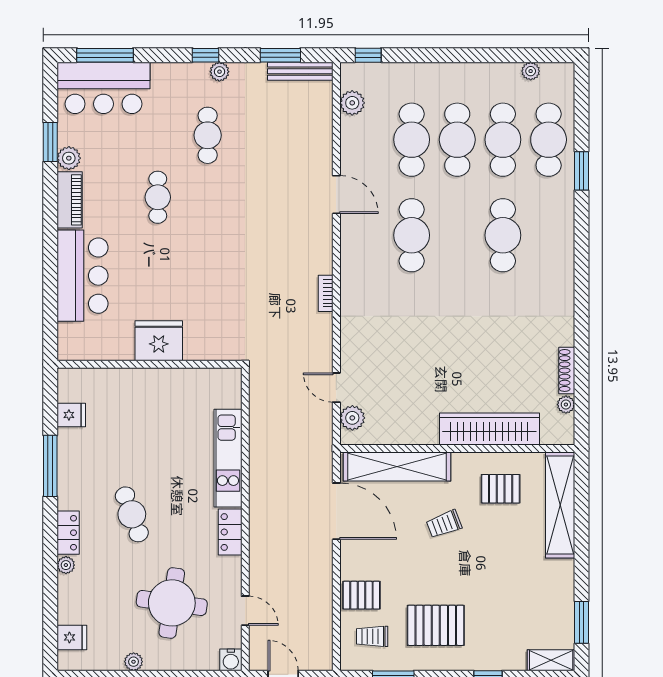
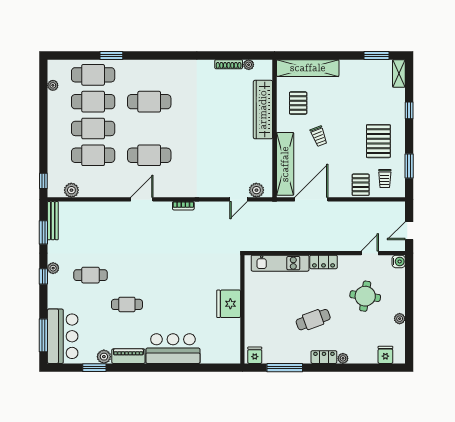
door: (336, 195) -> (142, 199), moved
fridge: (159, 341) -> (229, 304), moved
wall: (149, 364) -> (242, 309), moved
round table: (172, 603) -> (365, 296), width x0.73, depth x0.73

